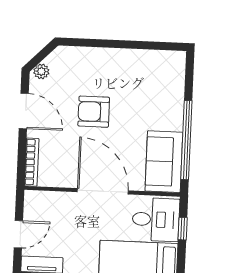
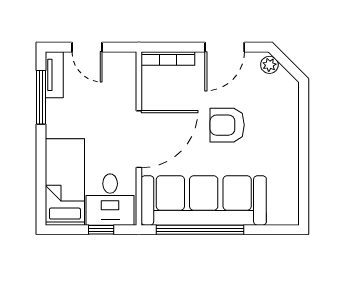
armchair: (94, 112) -> (227, 125), turned -90
sofa: (164, 162) -> (204, 200), width x1.85, depth x1.27

